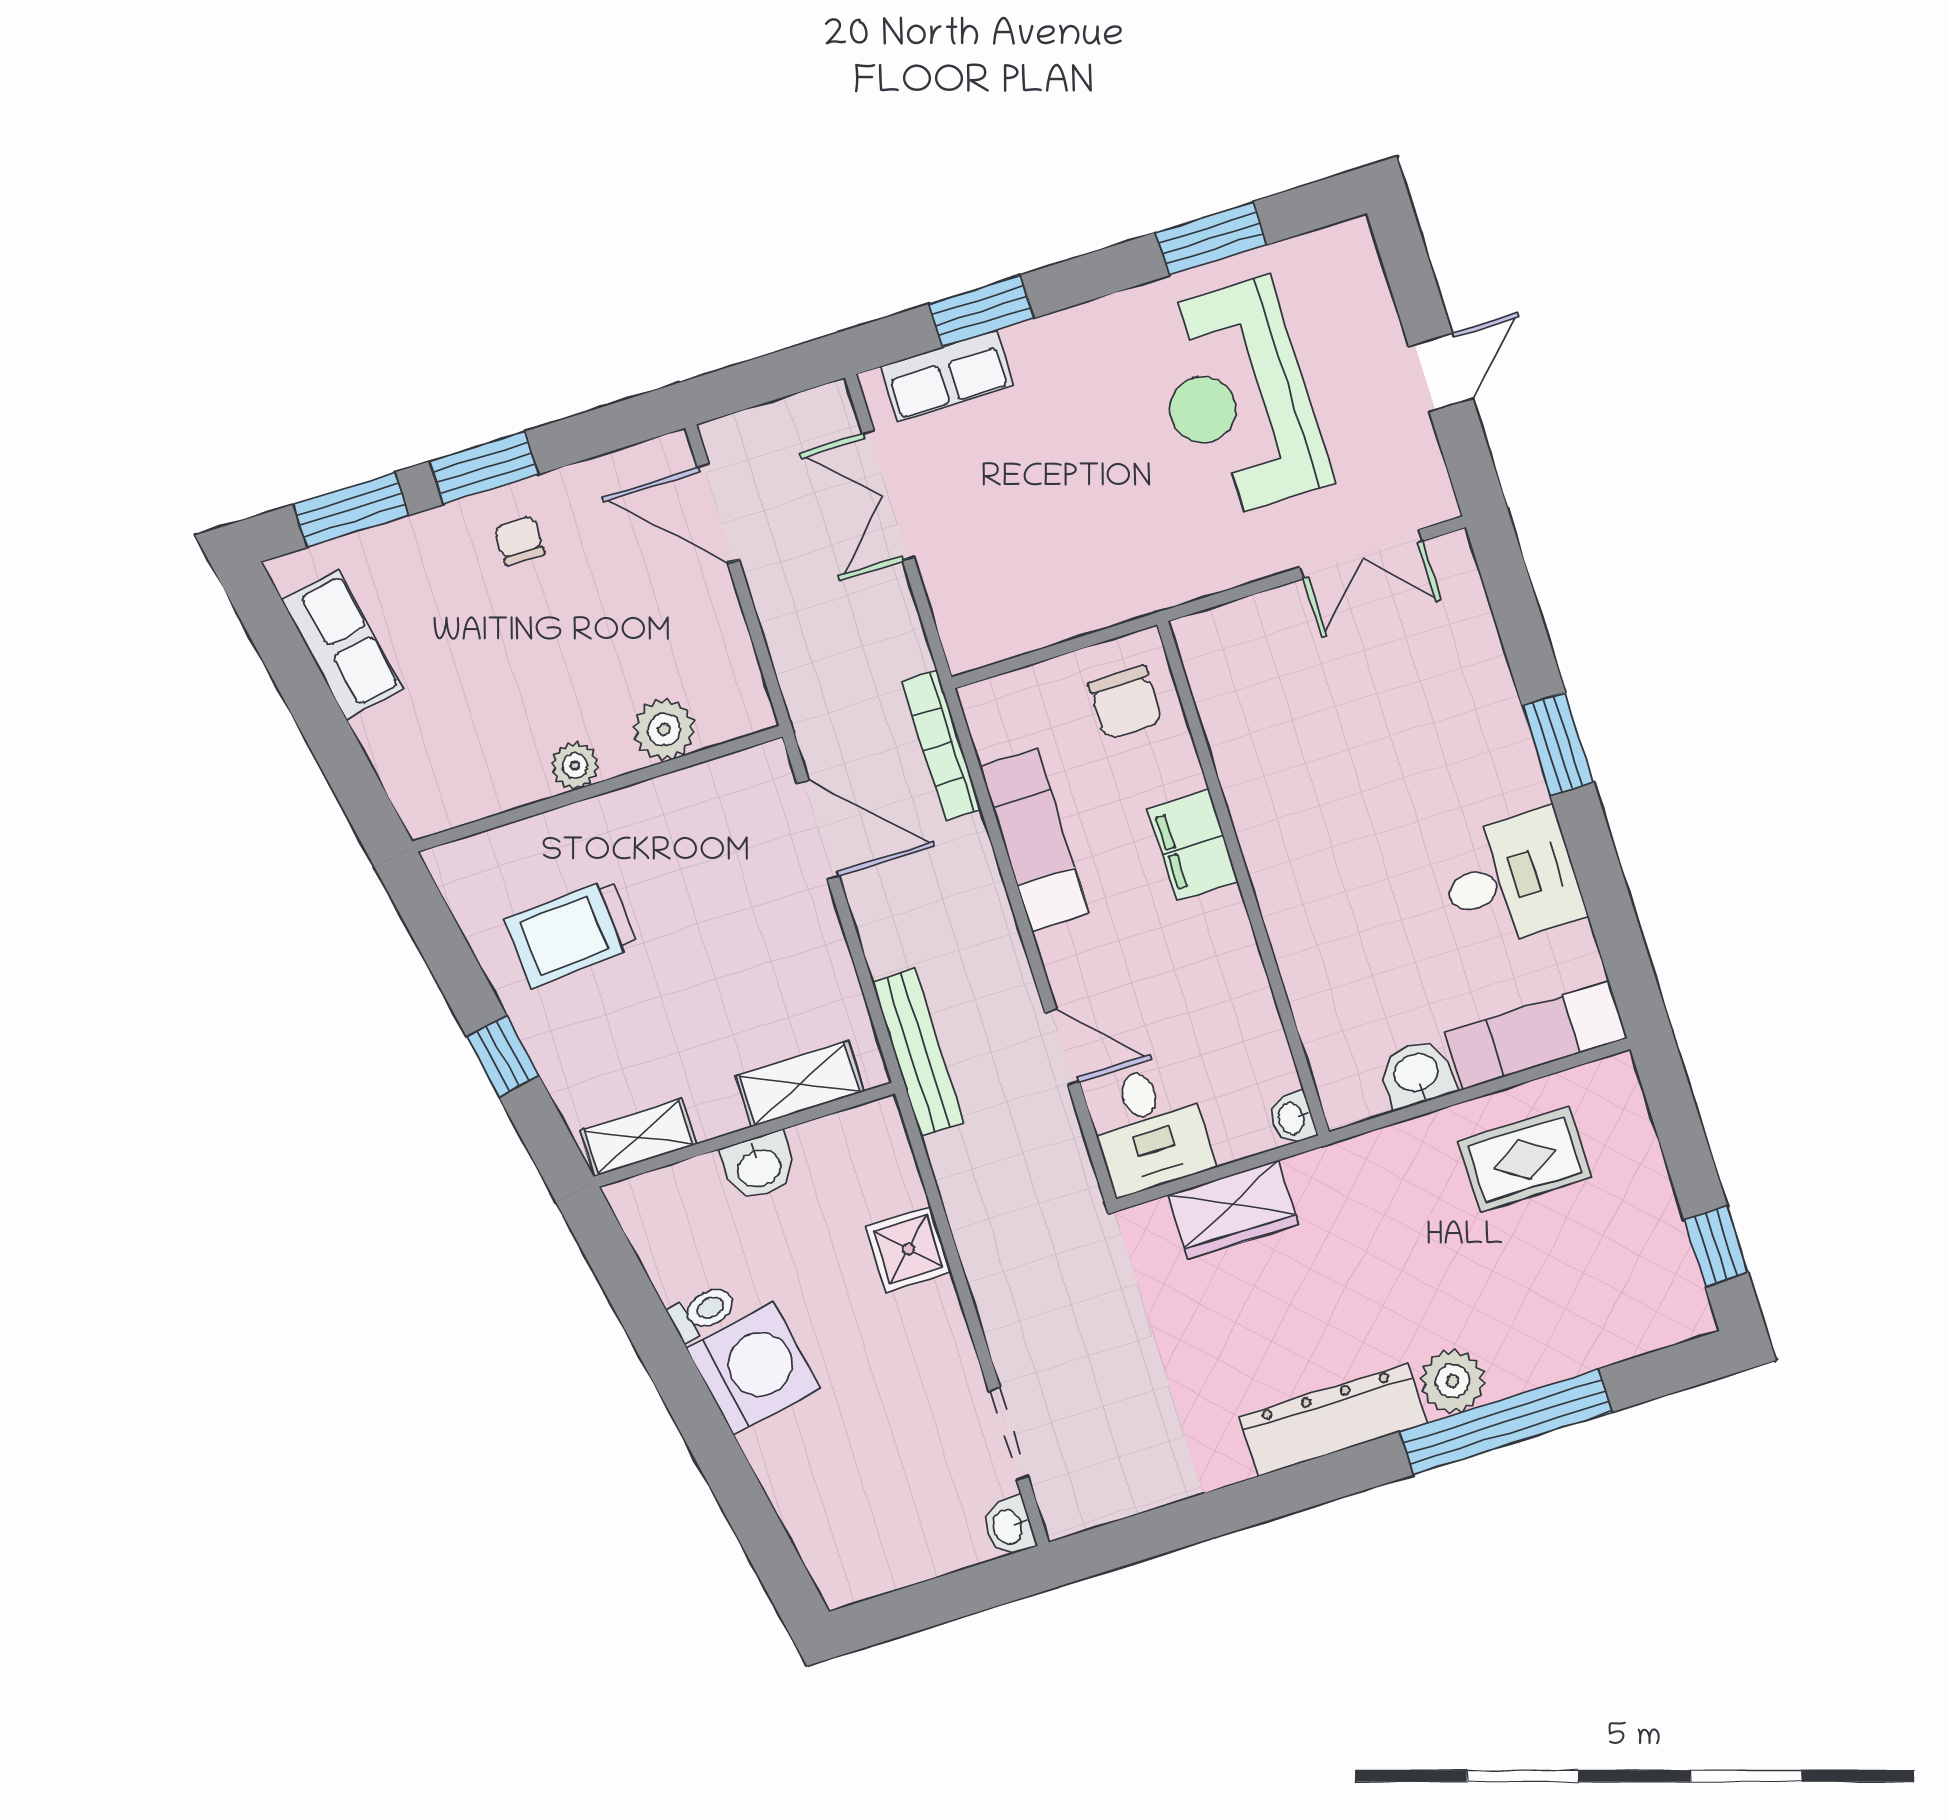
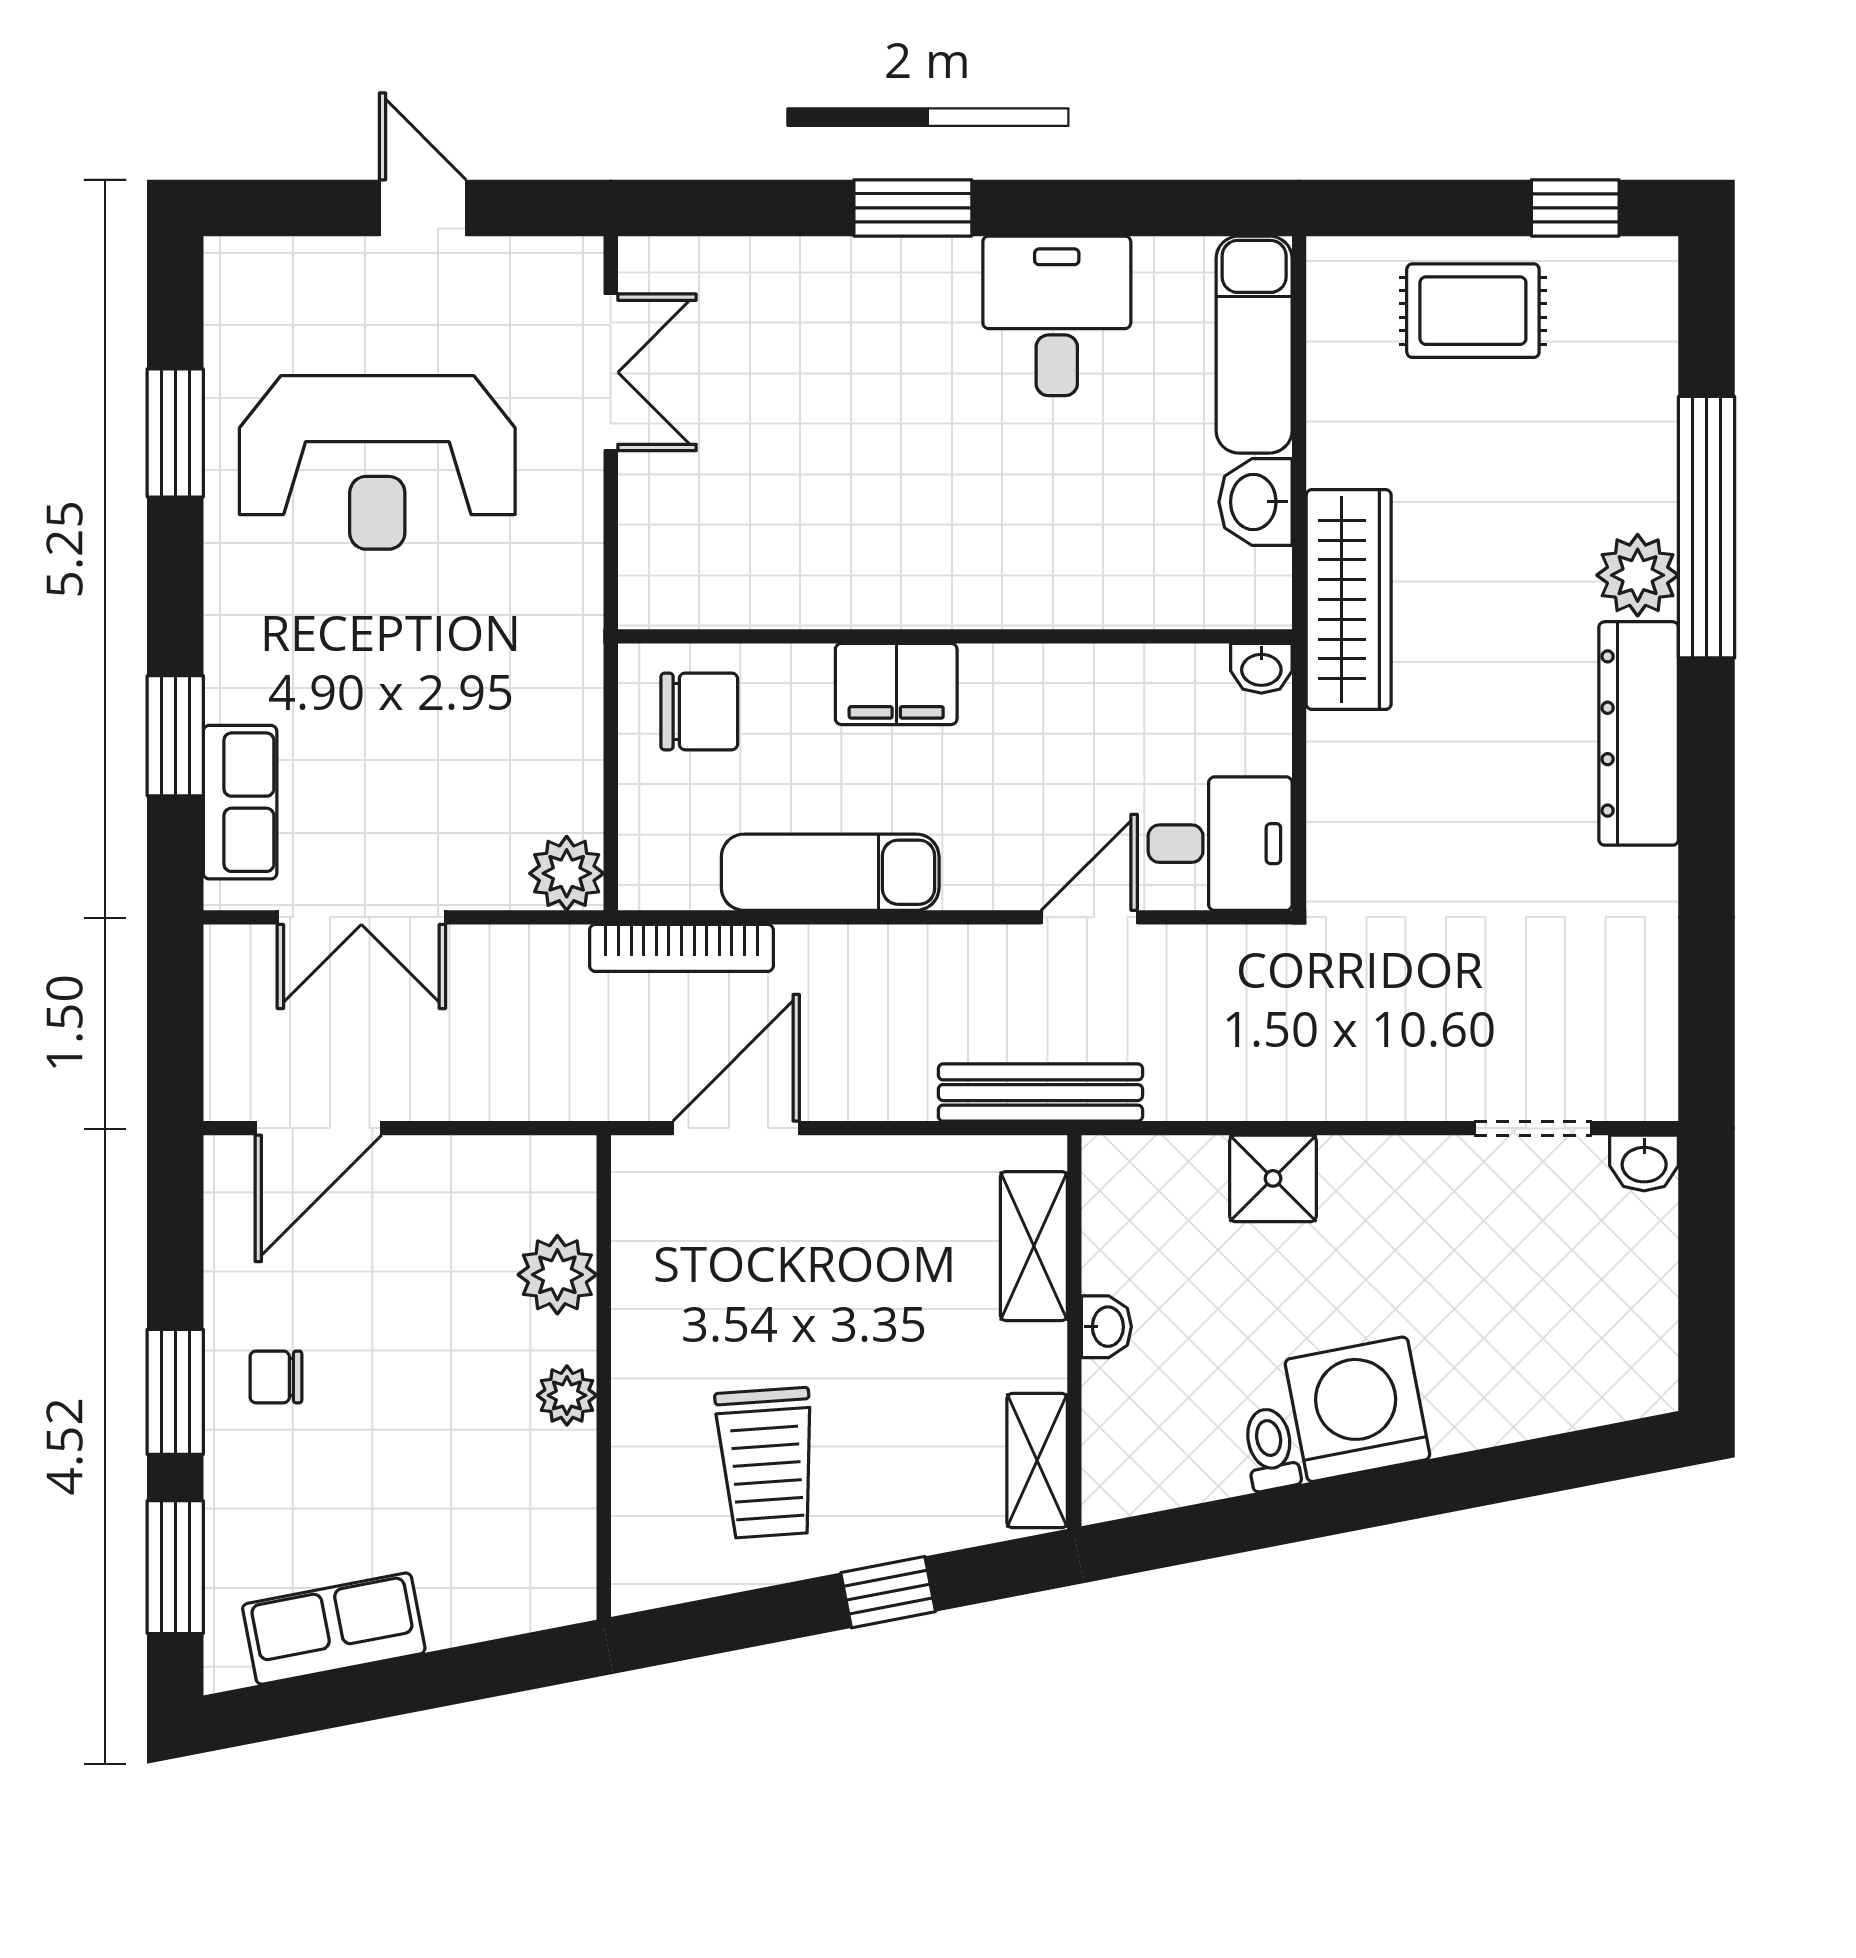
plant: (971, 641) -> (567, 873), added
rug: (1525, 1159) -> (1473, 311), moved, turned 90
washbasin: (759, 1167) -> (1106, 1327), width x0.72, depth x0.69
wardrobe: (1233, 1210) -> (1349, 600), moved, width x1.50

